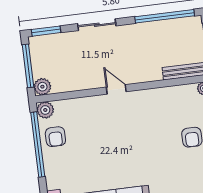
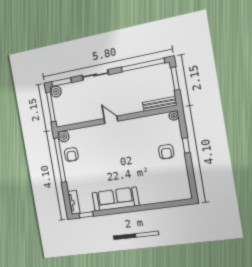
plant: (42, 87) -> (56, 91), moved

